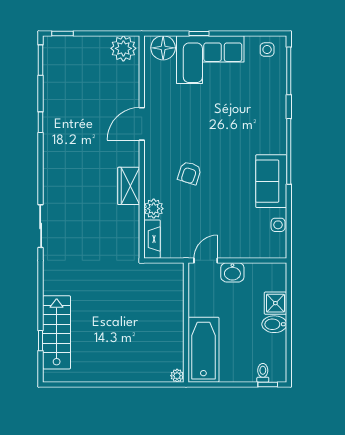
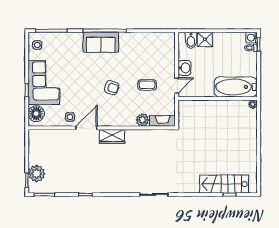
plant: (123, 48) -> (37, 174), moved
door: (142, 124) -> (86, 128), swing flipped
armchair: (189, 173) -> (112, 88), moved
sofa: (271, 181) -> (101, 42), moved
wardrobe: (129, 186) -> (112, 136), moved
coffee table: (207, 216) -> (147, 85), added
side table: (278, 225) -> (70, 117), moved
door: (206, 260) -> (177, 86), swing flipped
bidet: (274, 324) -> (191, 40), moved
washing machine: (278, 374) -> (252, 38), added

